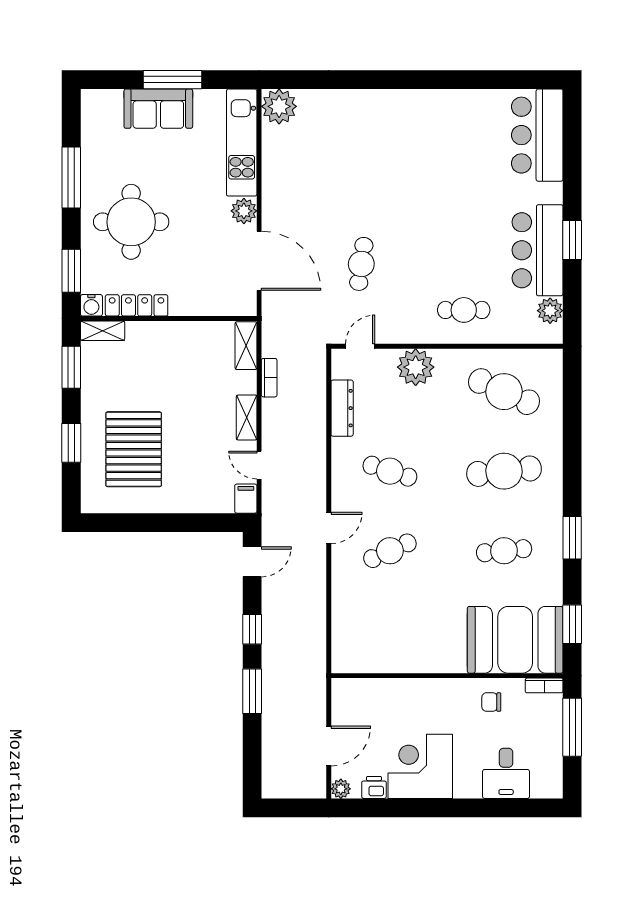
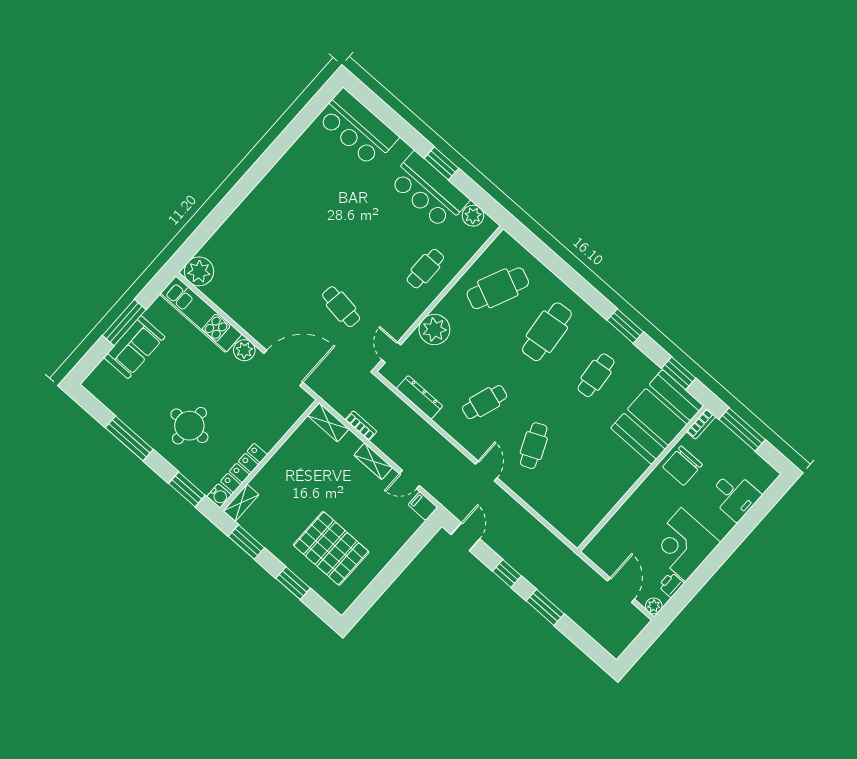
round table: (131, 222) -> (189, 426), width x0.73, depth x0.73
chair: (491, 702) -> (682, 466), width x1.87, depth x1.87

